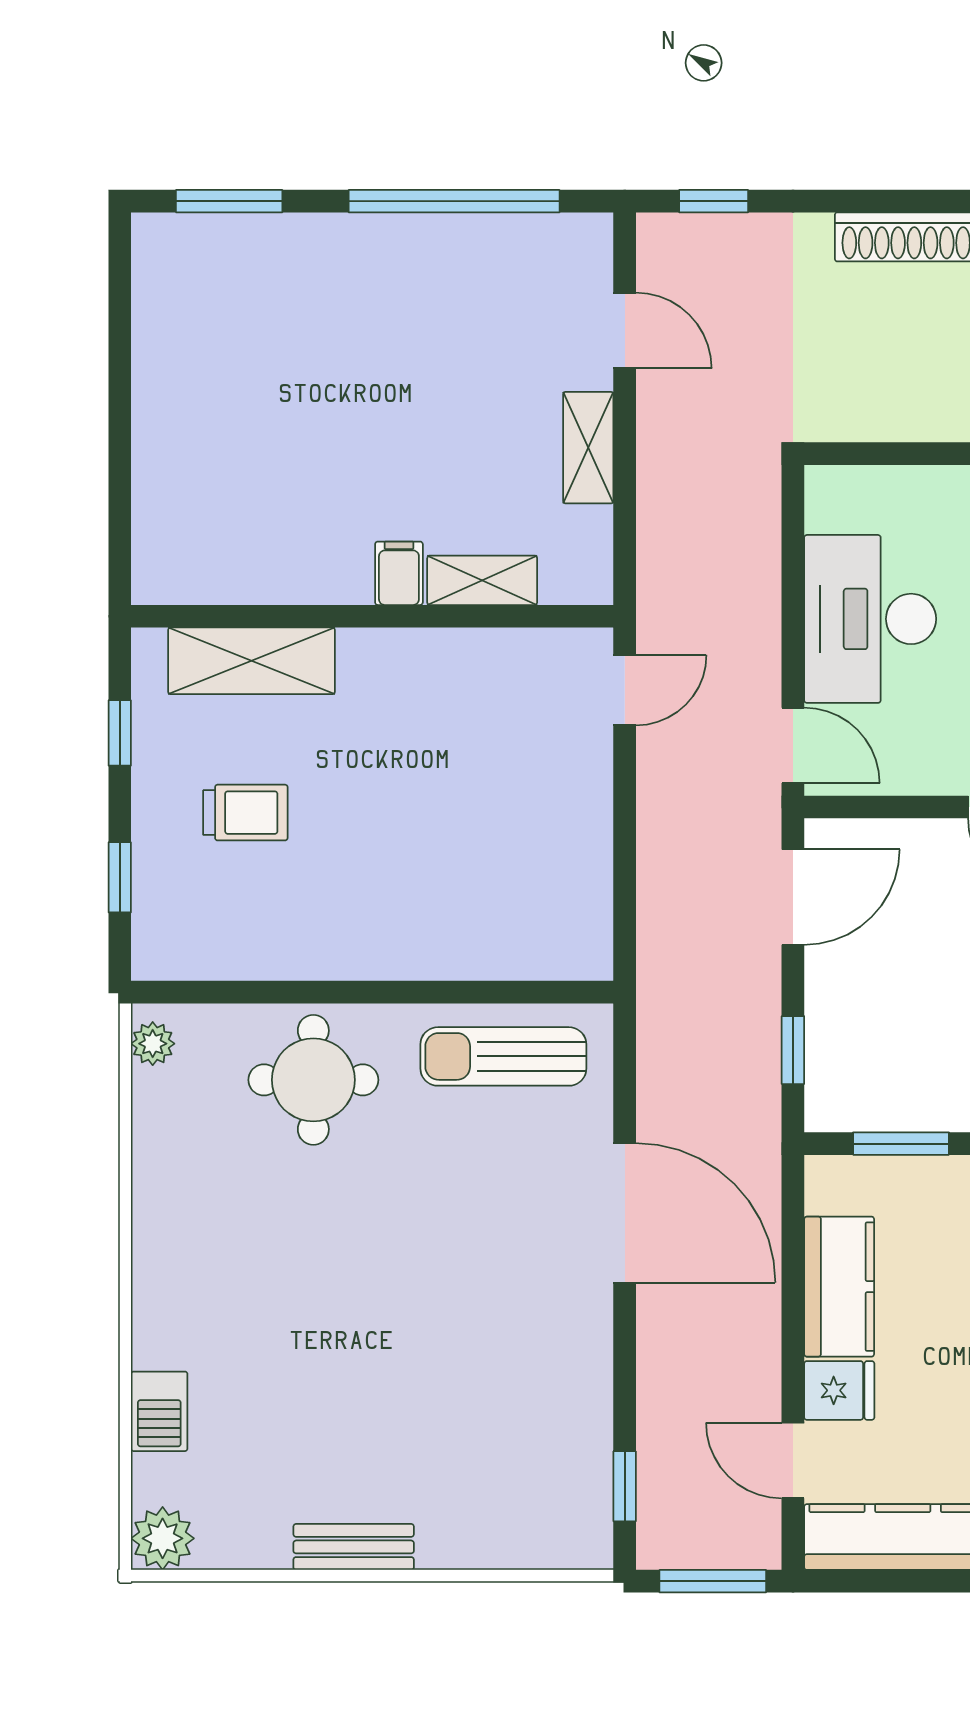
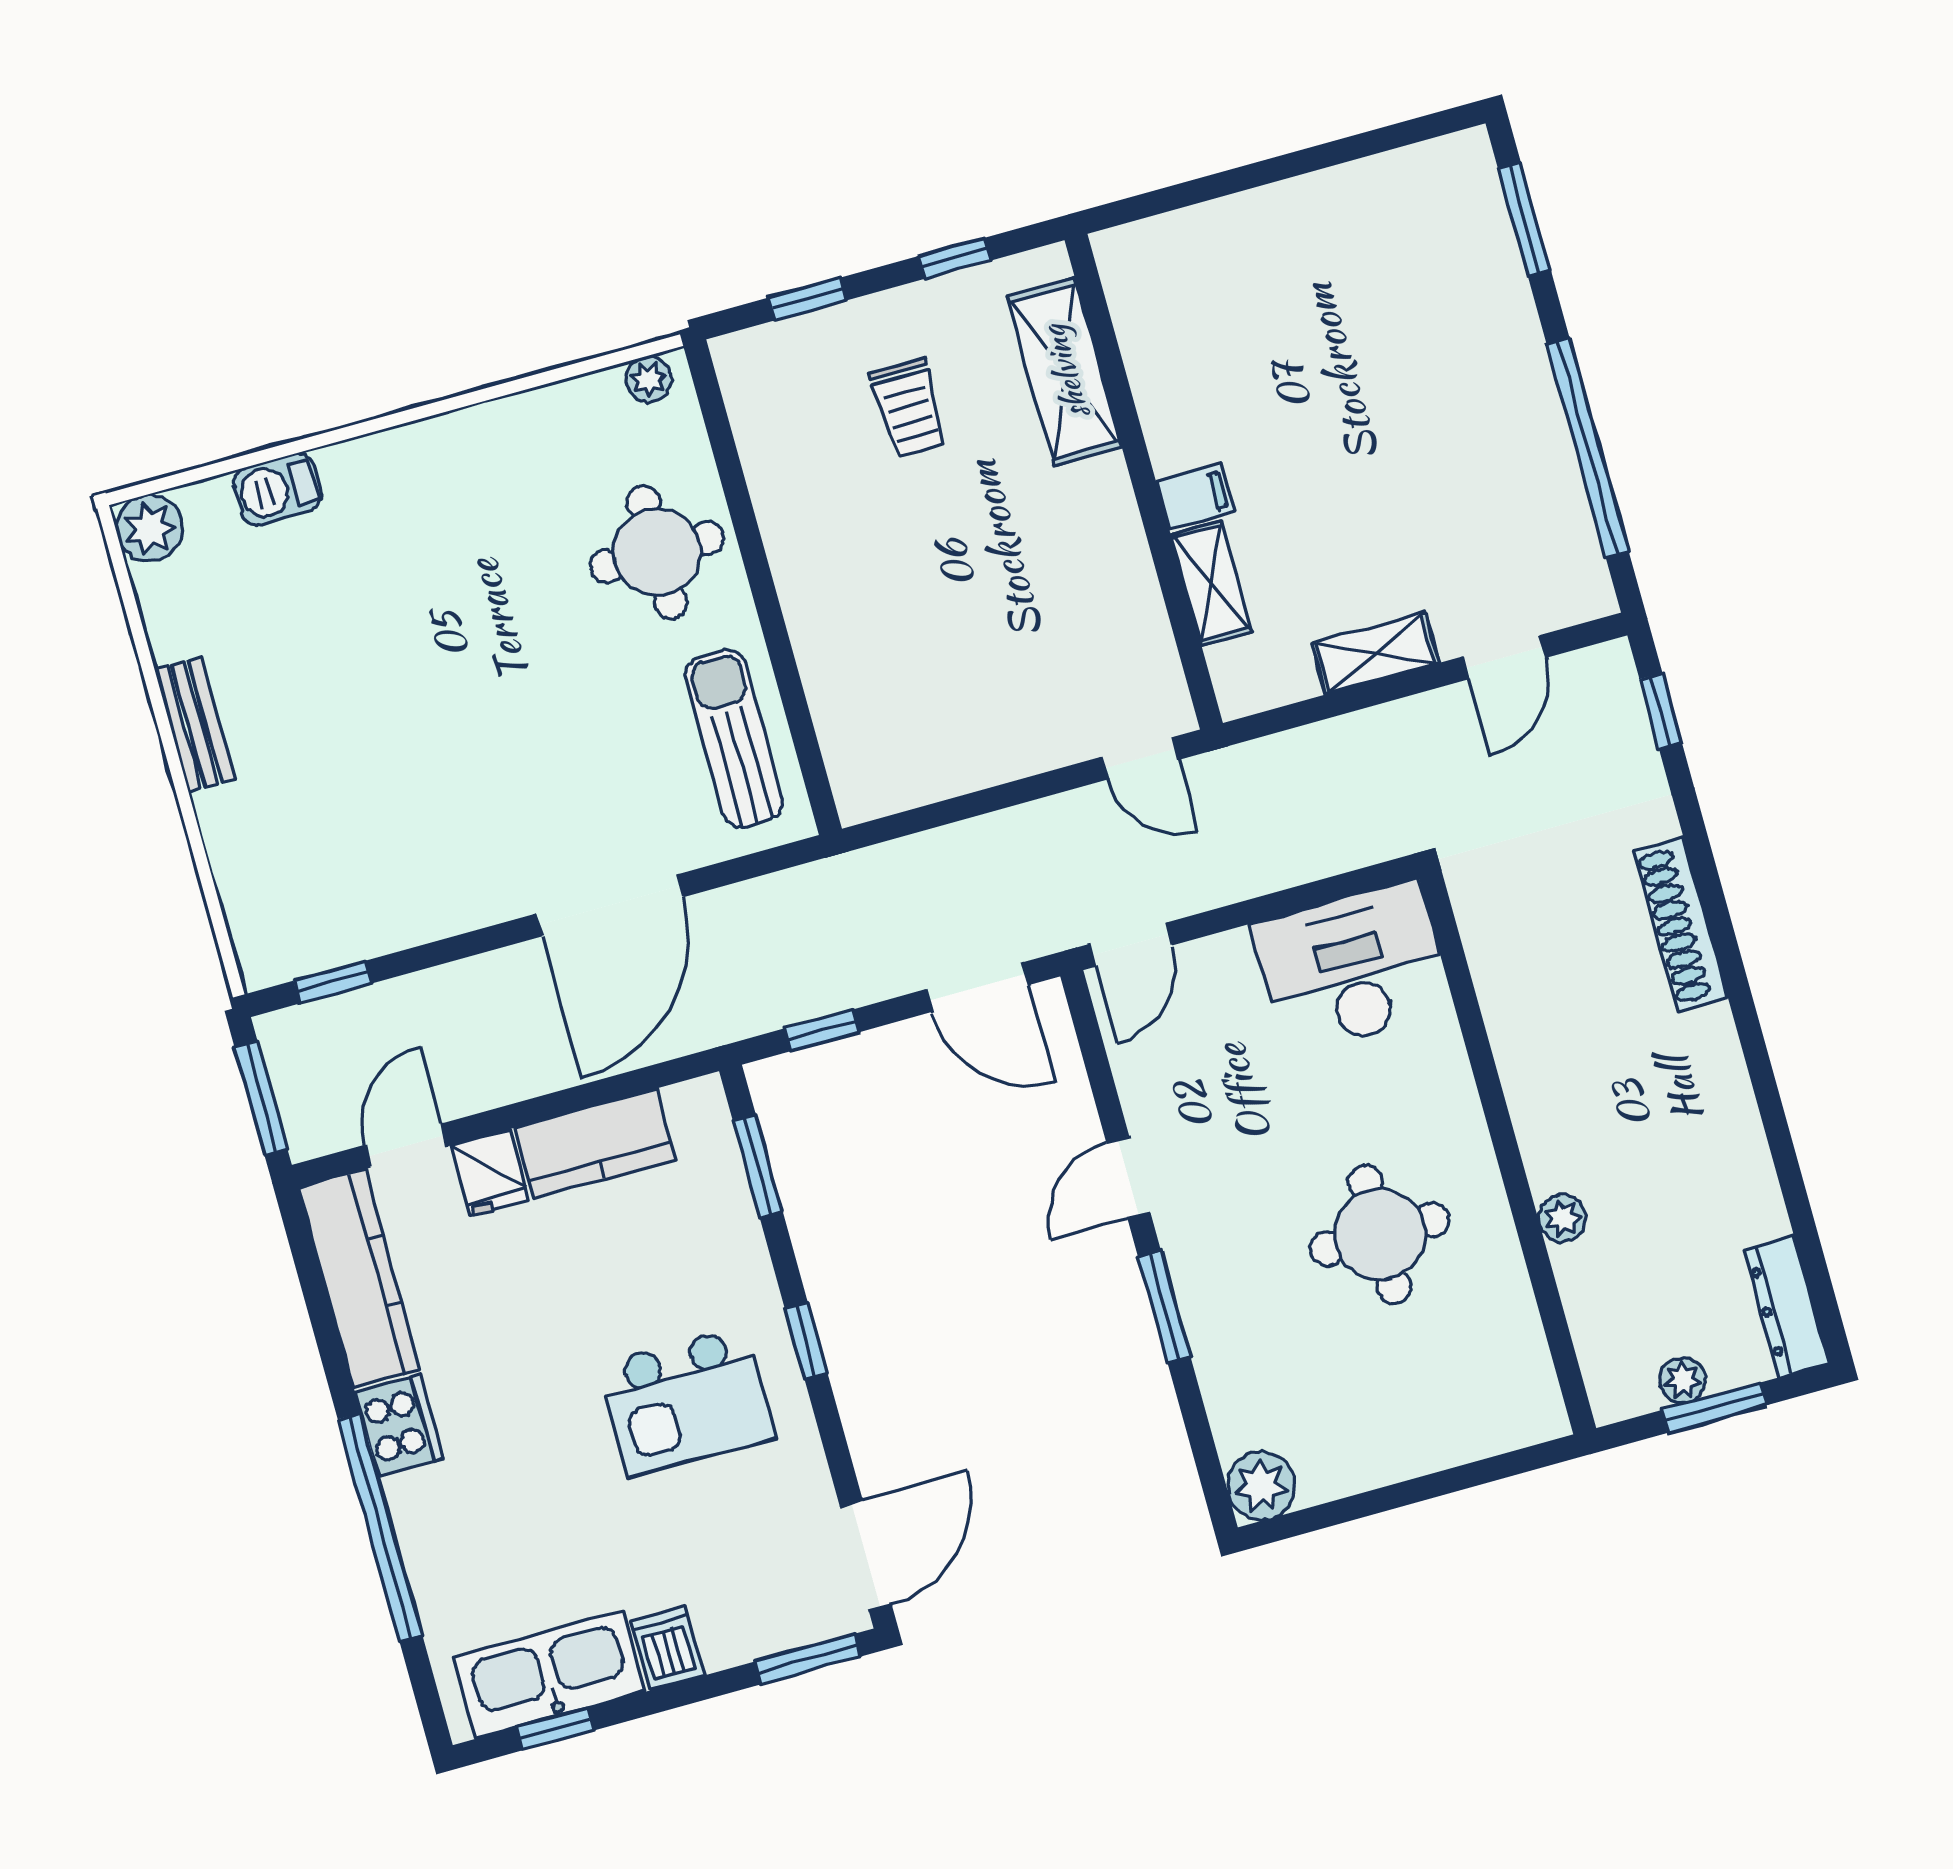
desk: (870, 619) -> (1352, 967), moved

